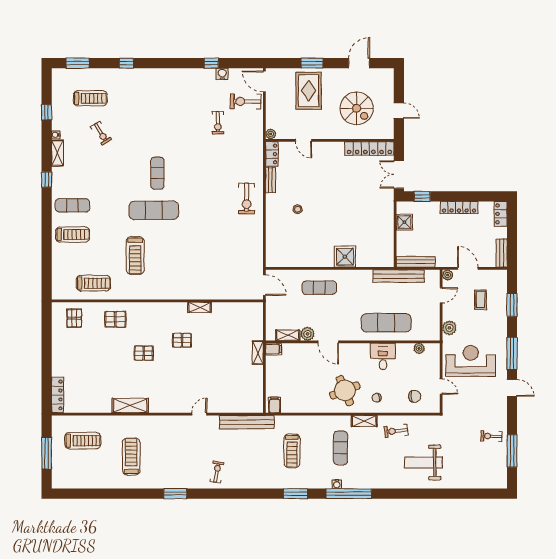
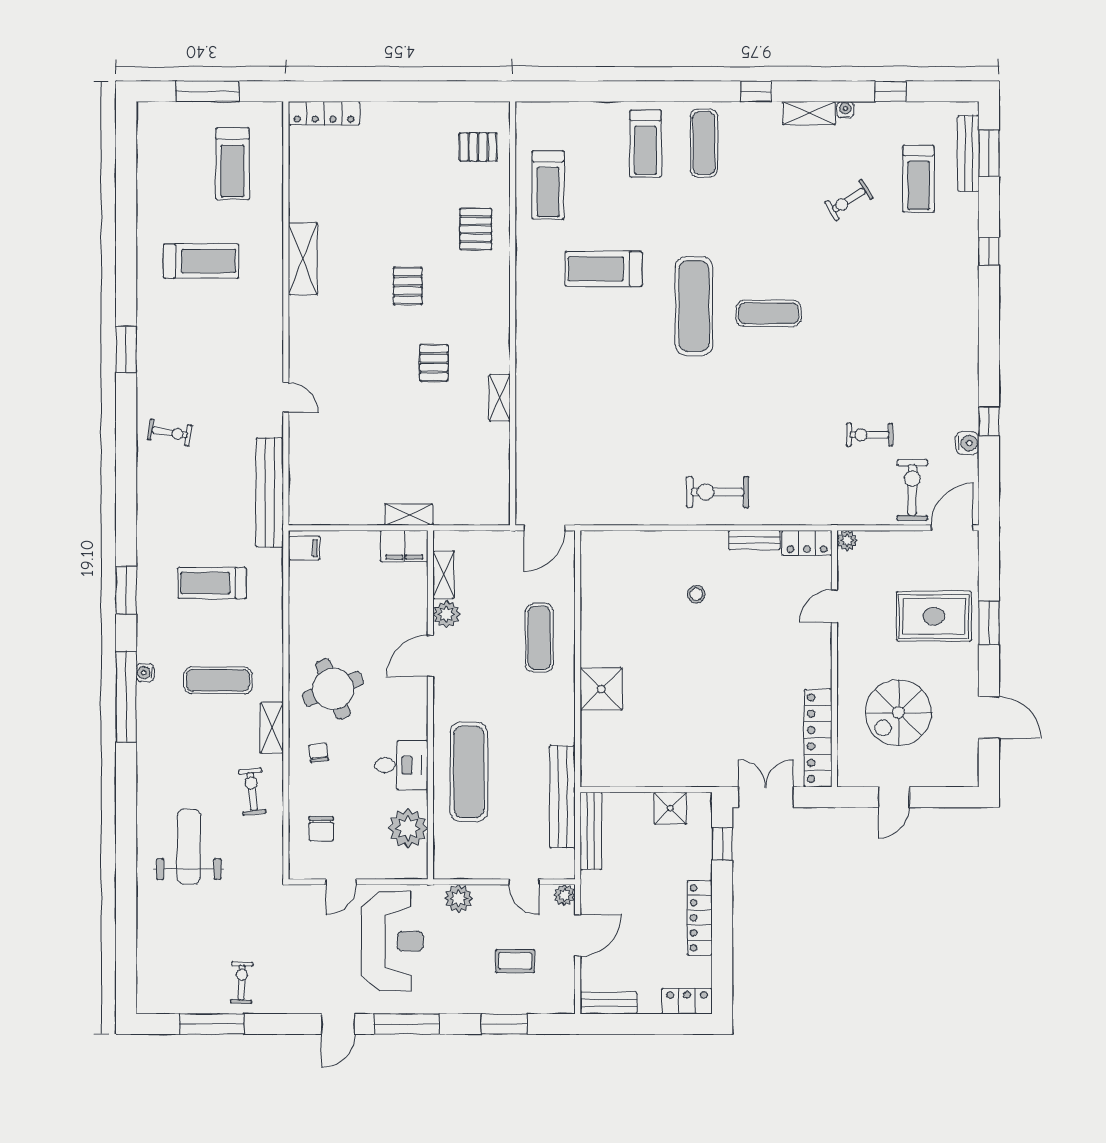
bench: (78, 73) -> (968, 154), added
plant: (419, 348) -> (408, 828), width x1.88, depth x1.88
filing cabinet: (274, 349) -> (404, 546), width x2.00

